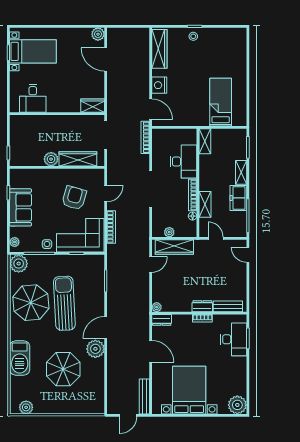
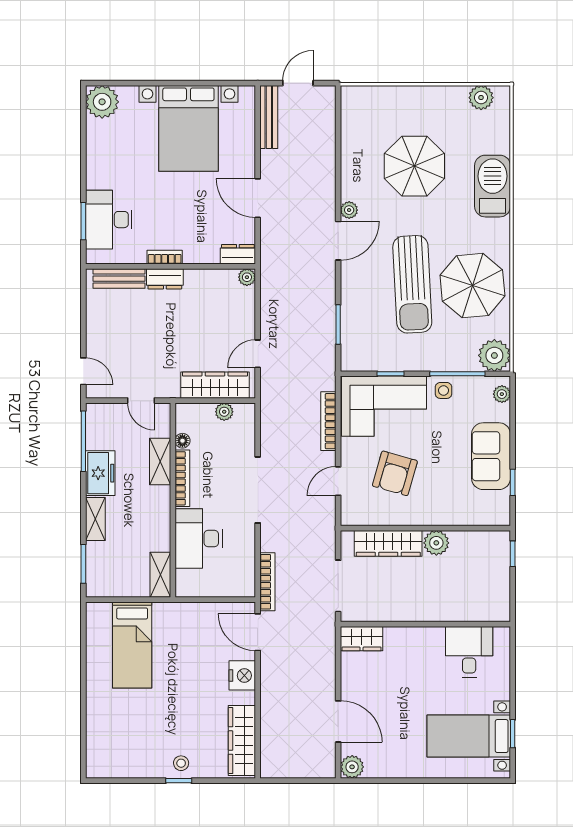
plant: (95, 349) -> (349, 210), width x0.53, depth x0.53

